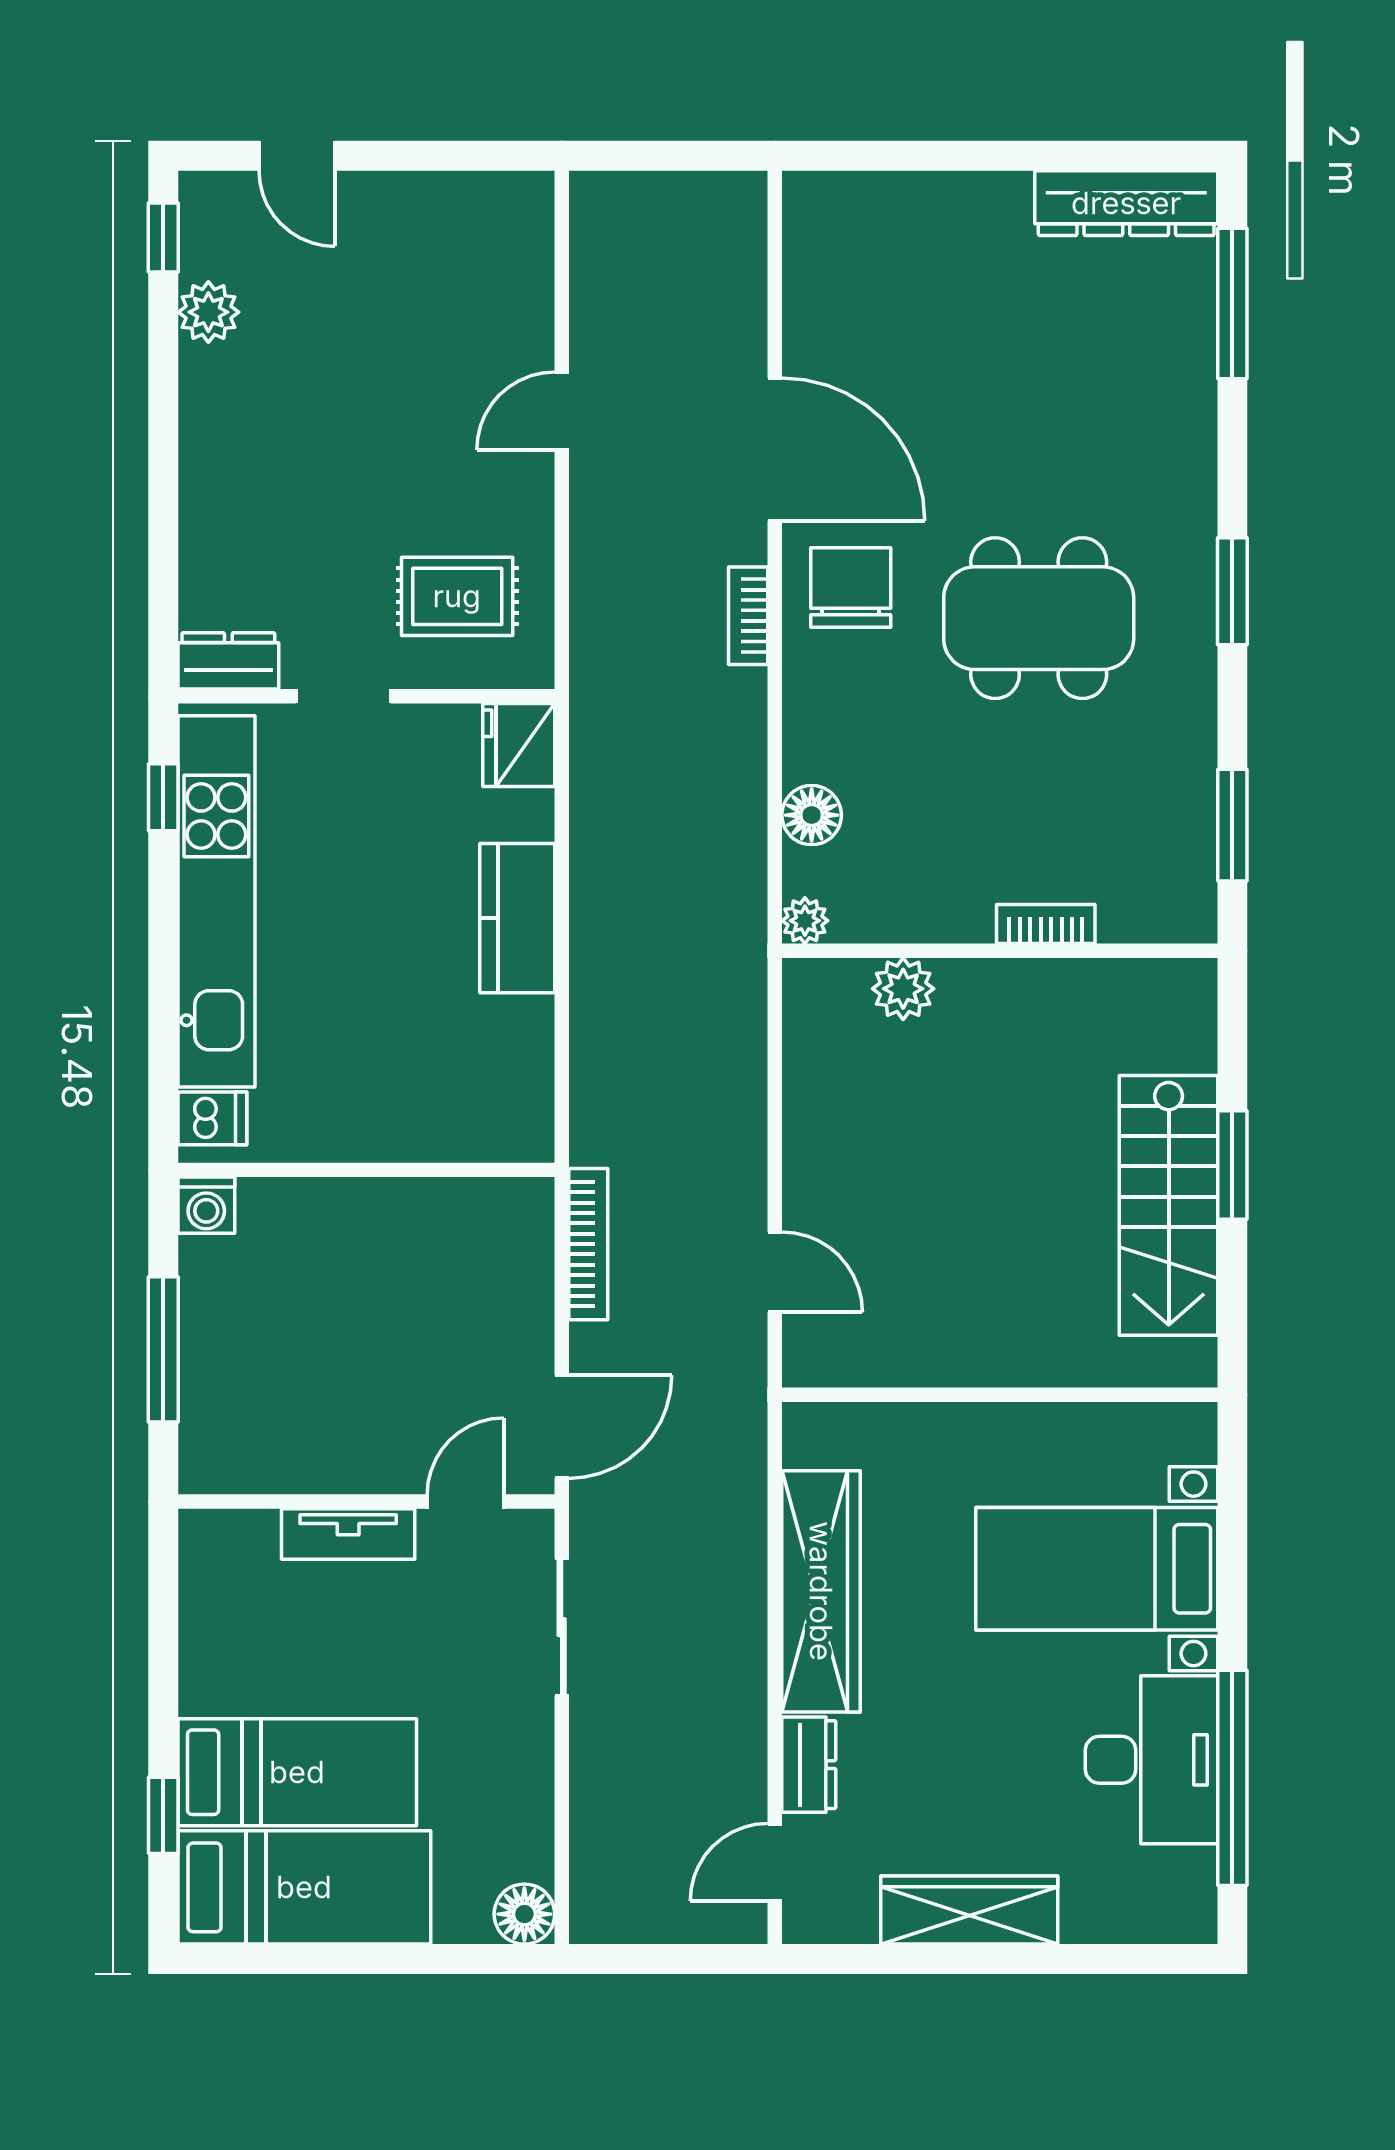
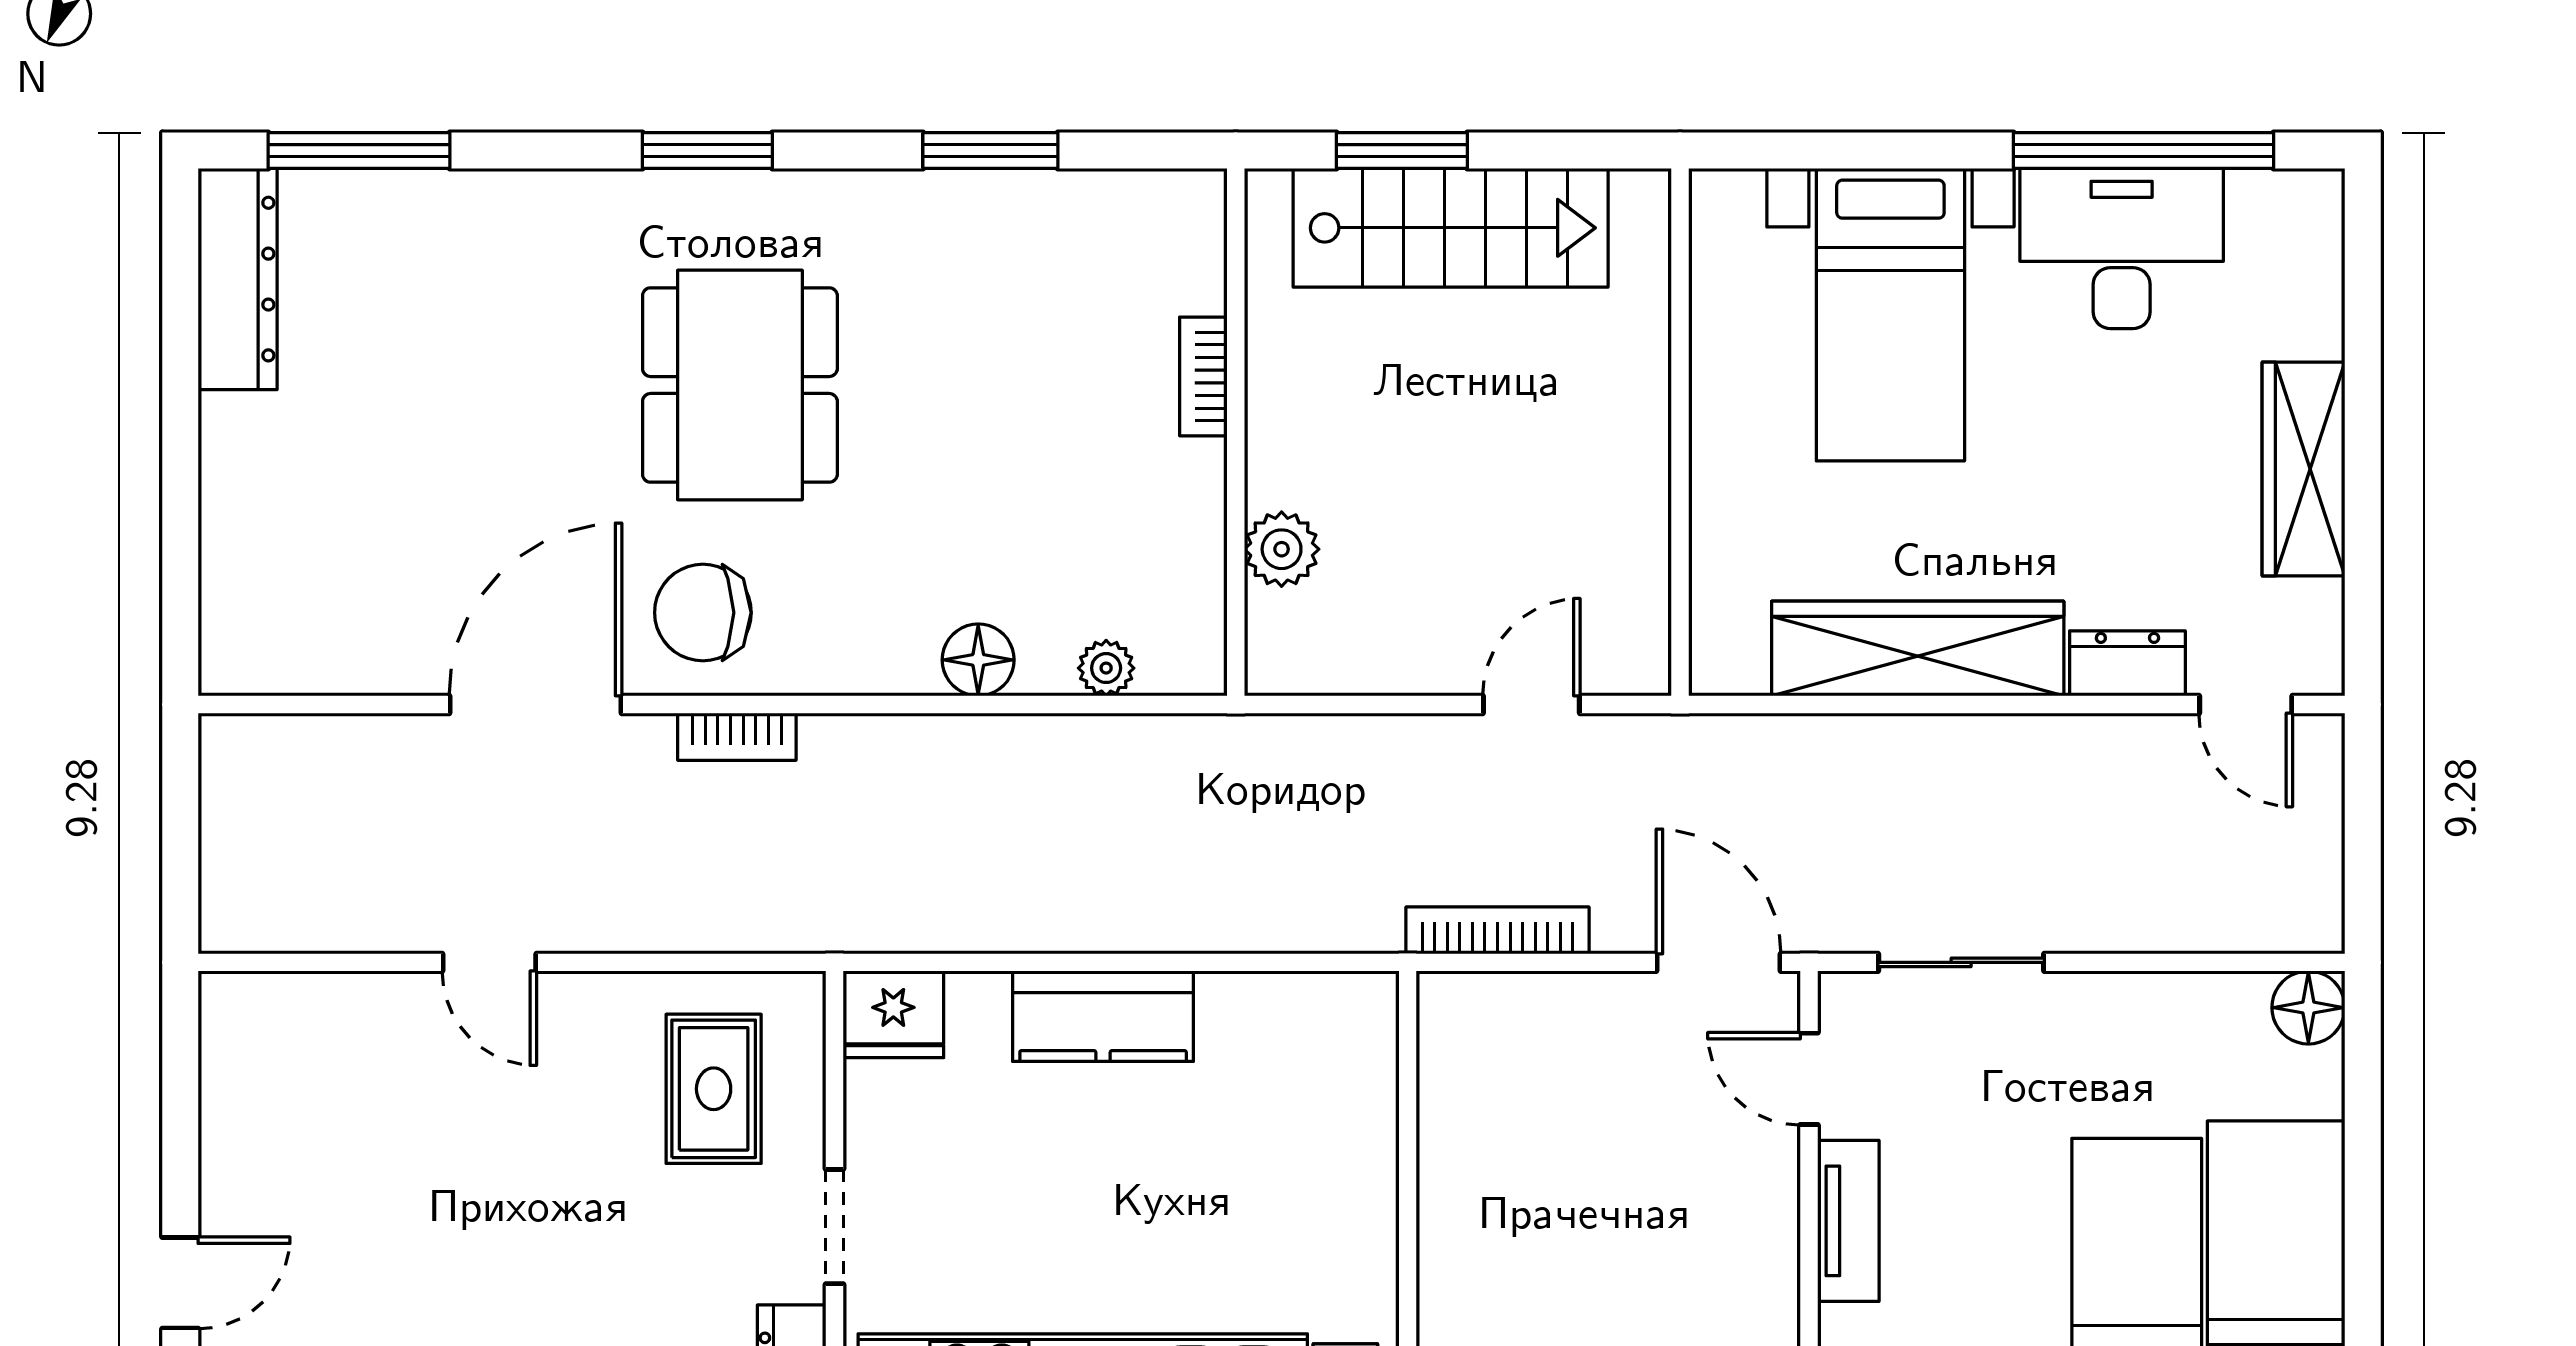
bookcase: (1046, 924) -> (1203, 376), moved
wall: (1000, 951) -> (1236, 432), moved
plant: (903, 989) -> (1282, 549), moved

